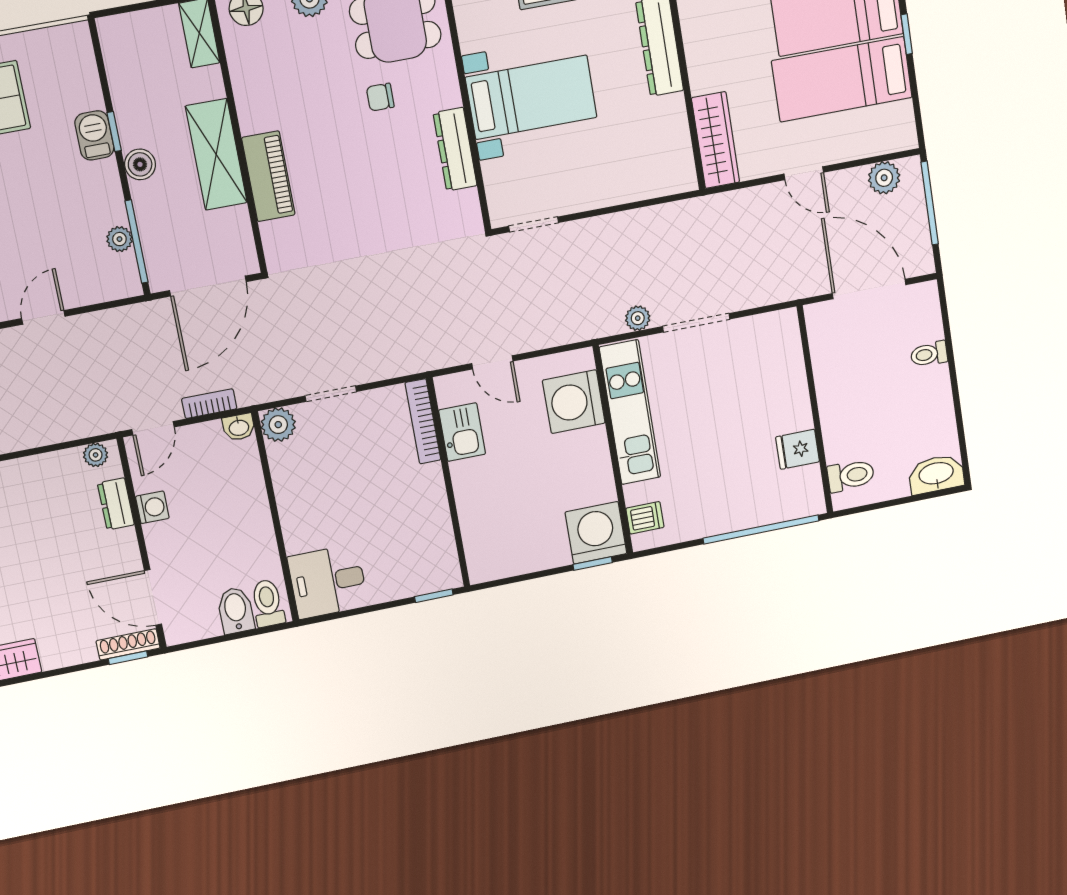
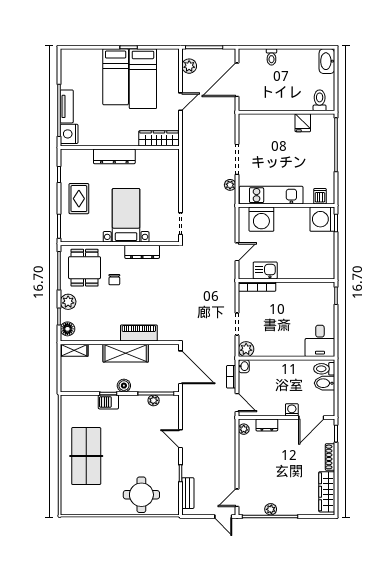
washing machine: (152, 507) -> (292, 410), moved
shoe rack: (128, 644) -> (330, 457), moved

